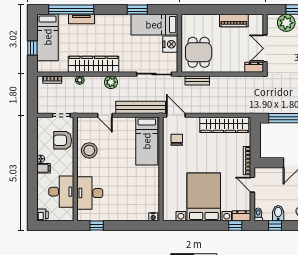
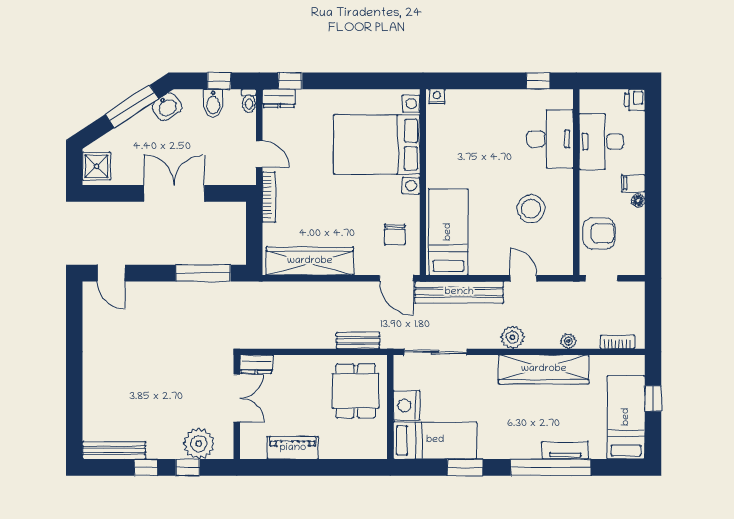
window: (71, 10) -> (551, 467), moved
stool: (89, 150) -> (531, 209), moved
bed with nightstands: (204, 197) -> (377, 145), moved, turned 90

